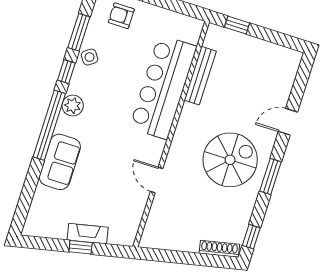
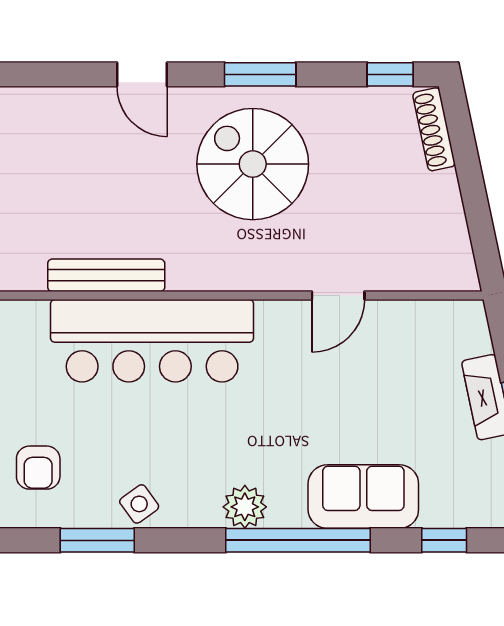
window: (66, 72) -> (444, 540), moved

